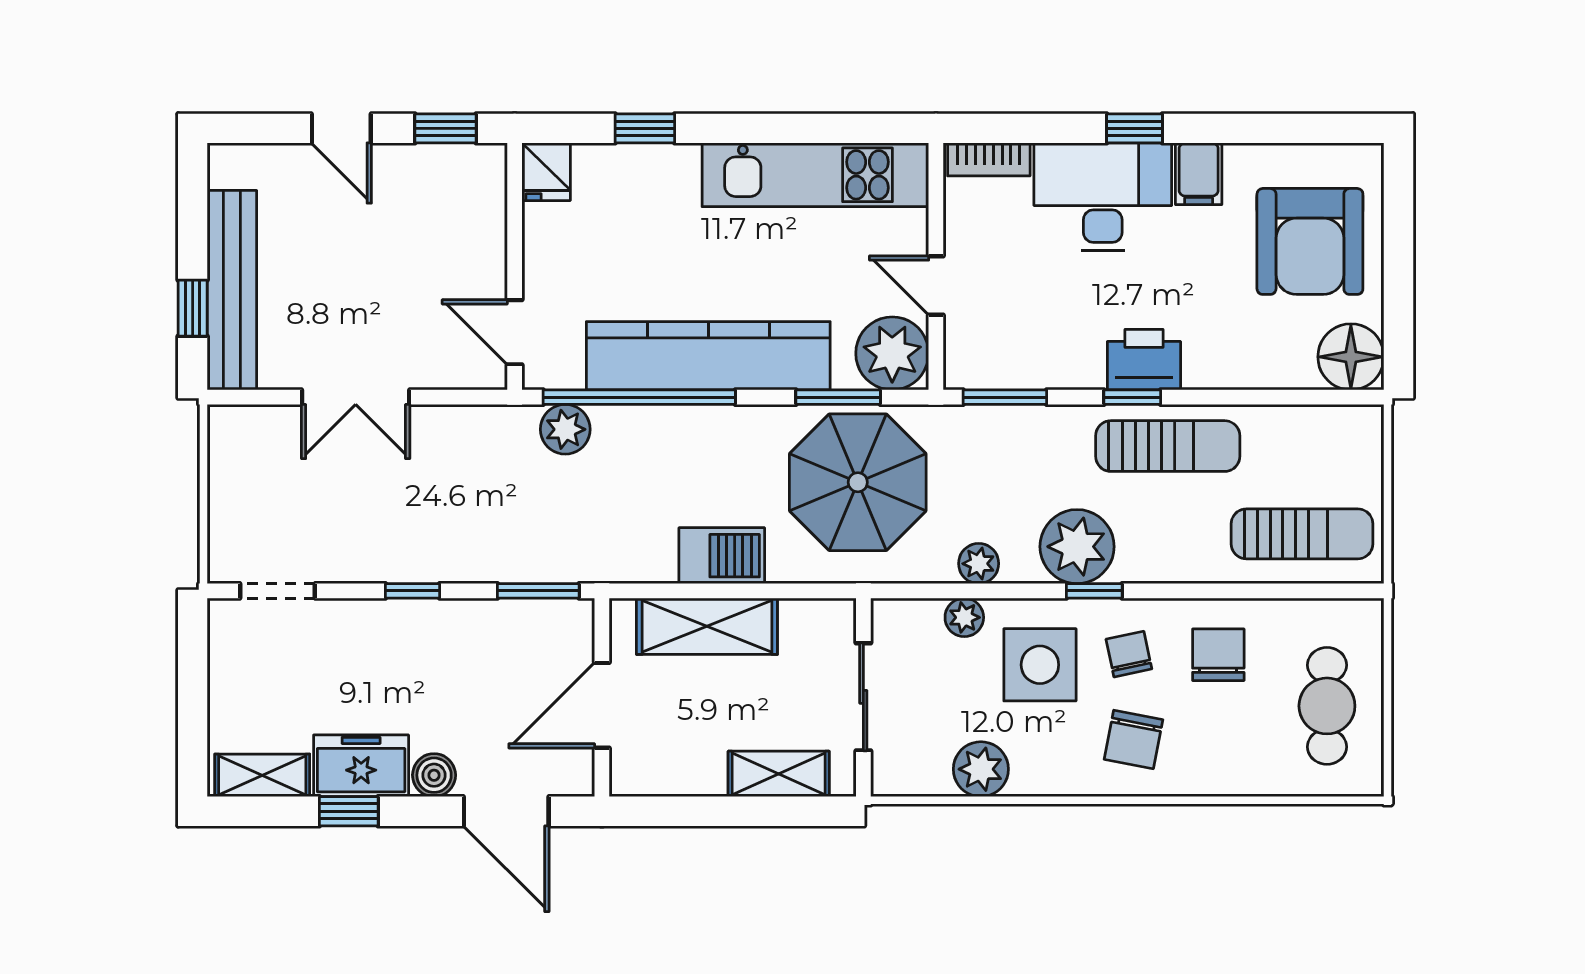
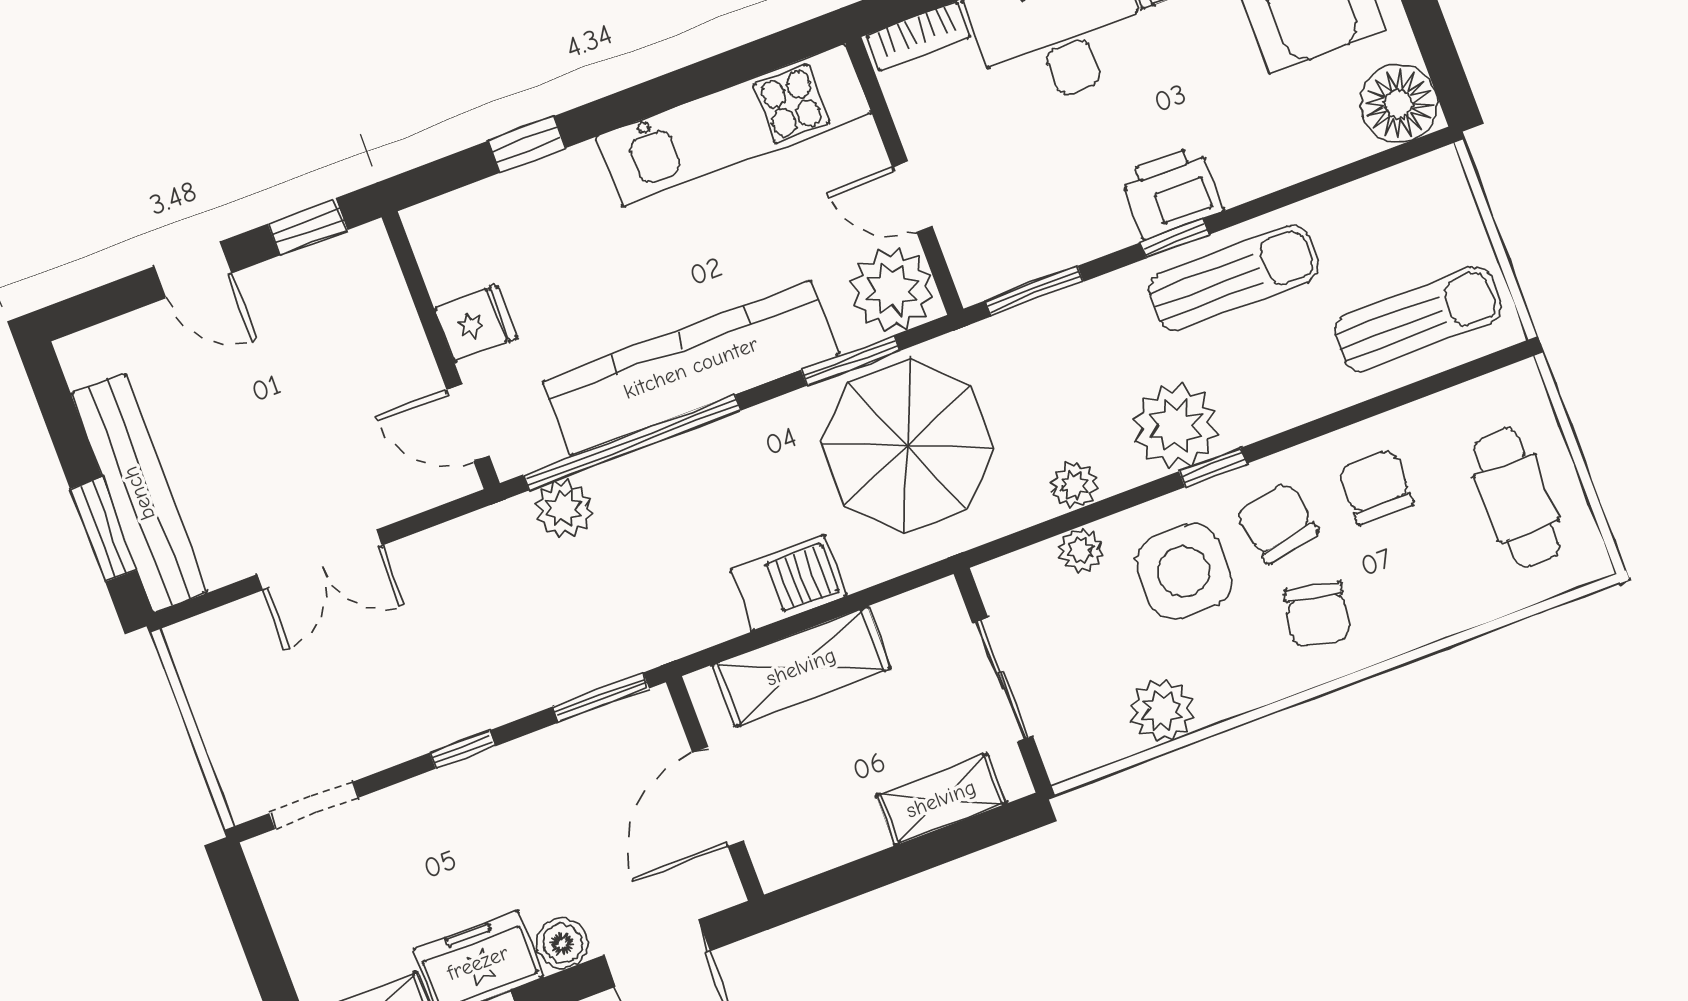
fridge: (546, 172) -> (476, 323), moved, turned -90
window: (193, 308) -> (104, 529), width x1.50
chair: (1129, 654) -> (1277, 523), width x1.37, depth x1.37

